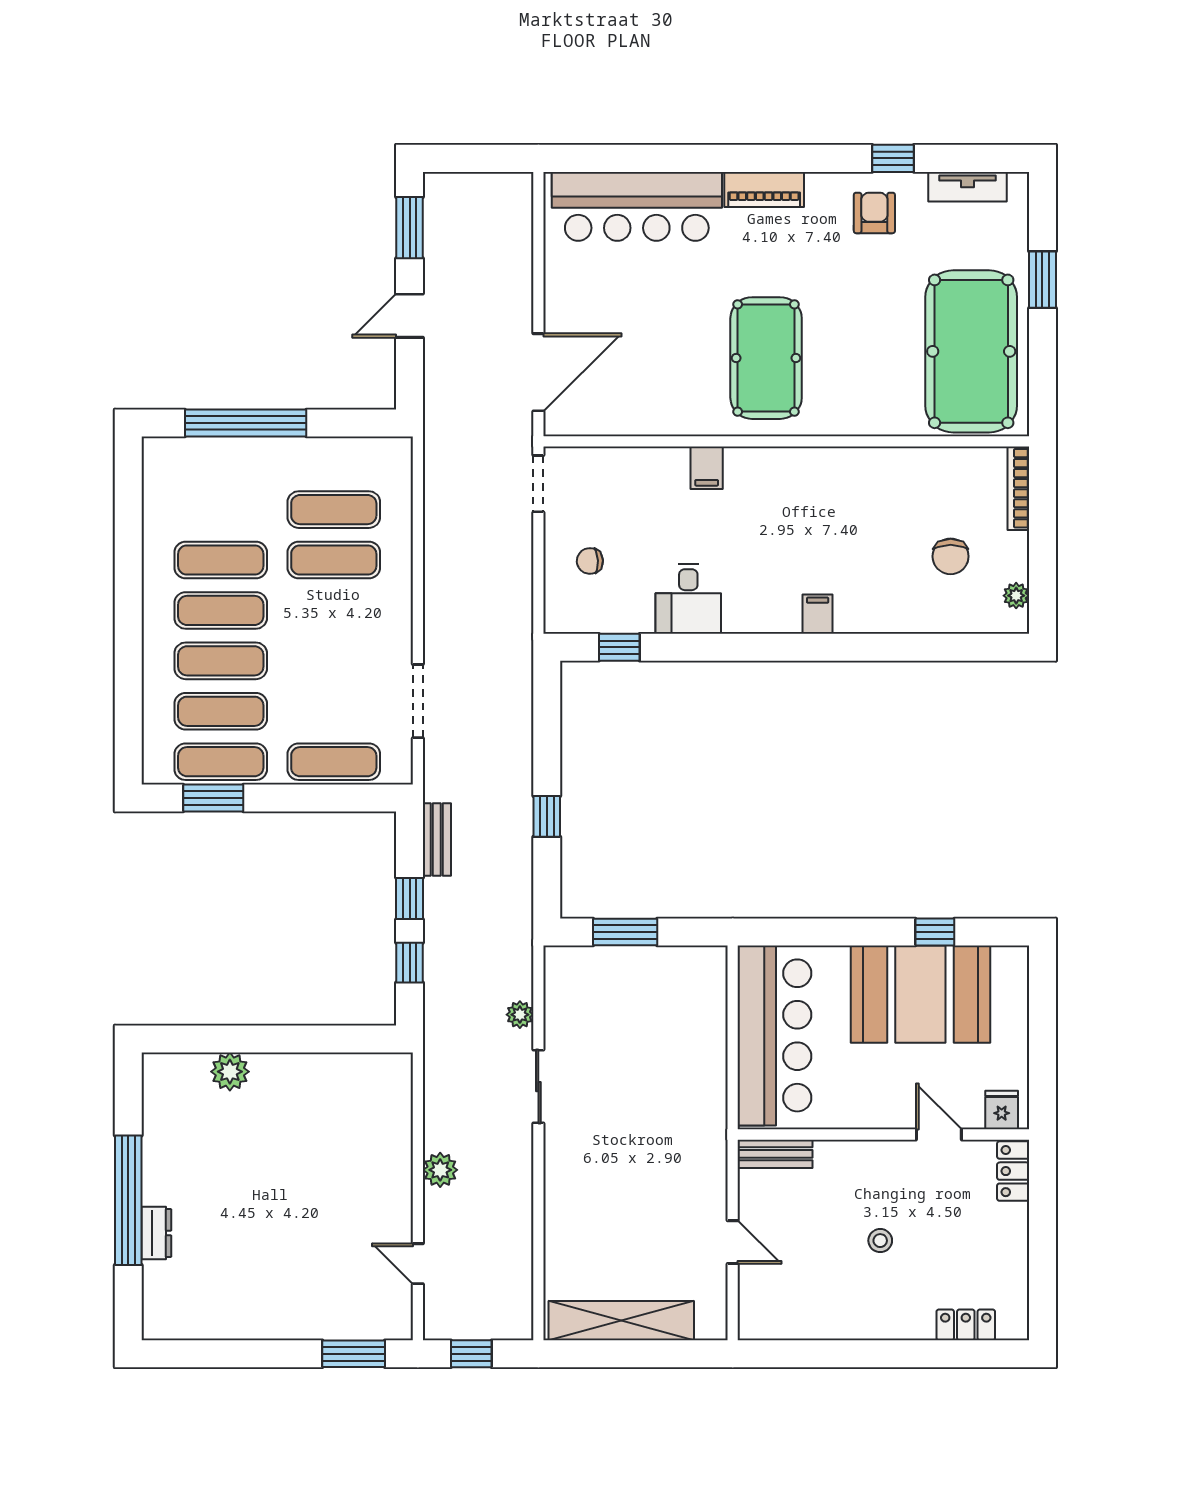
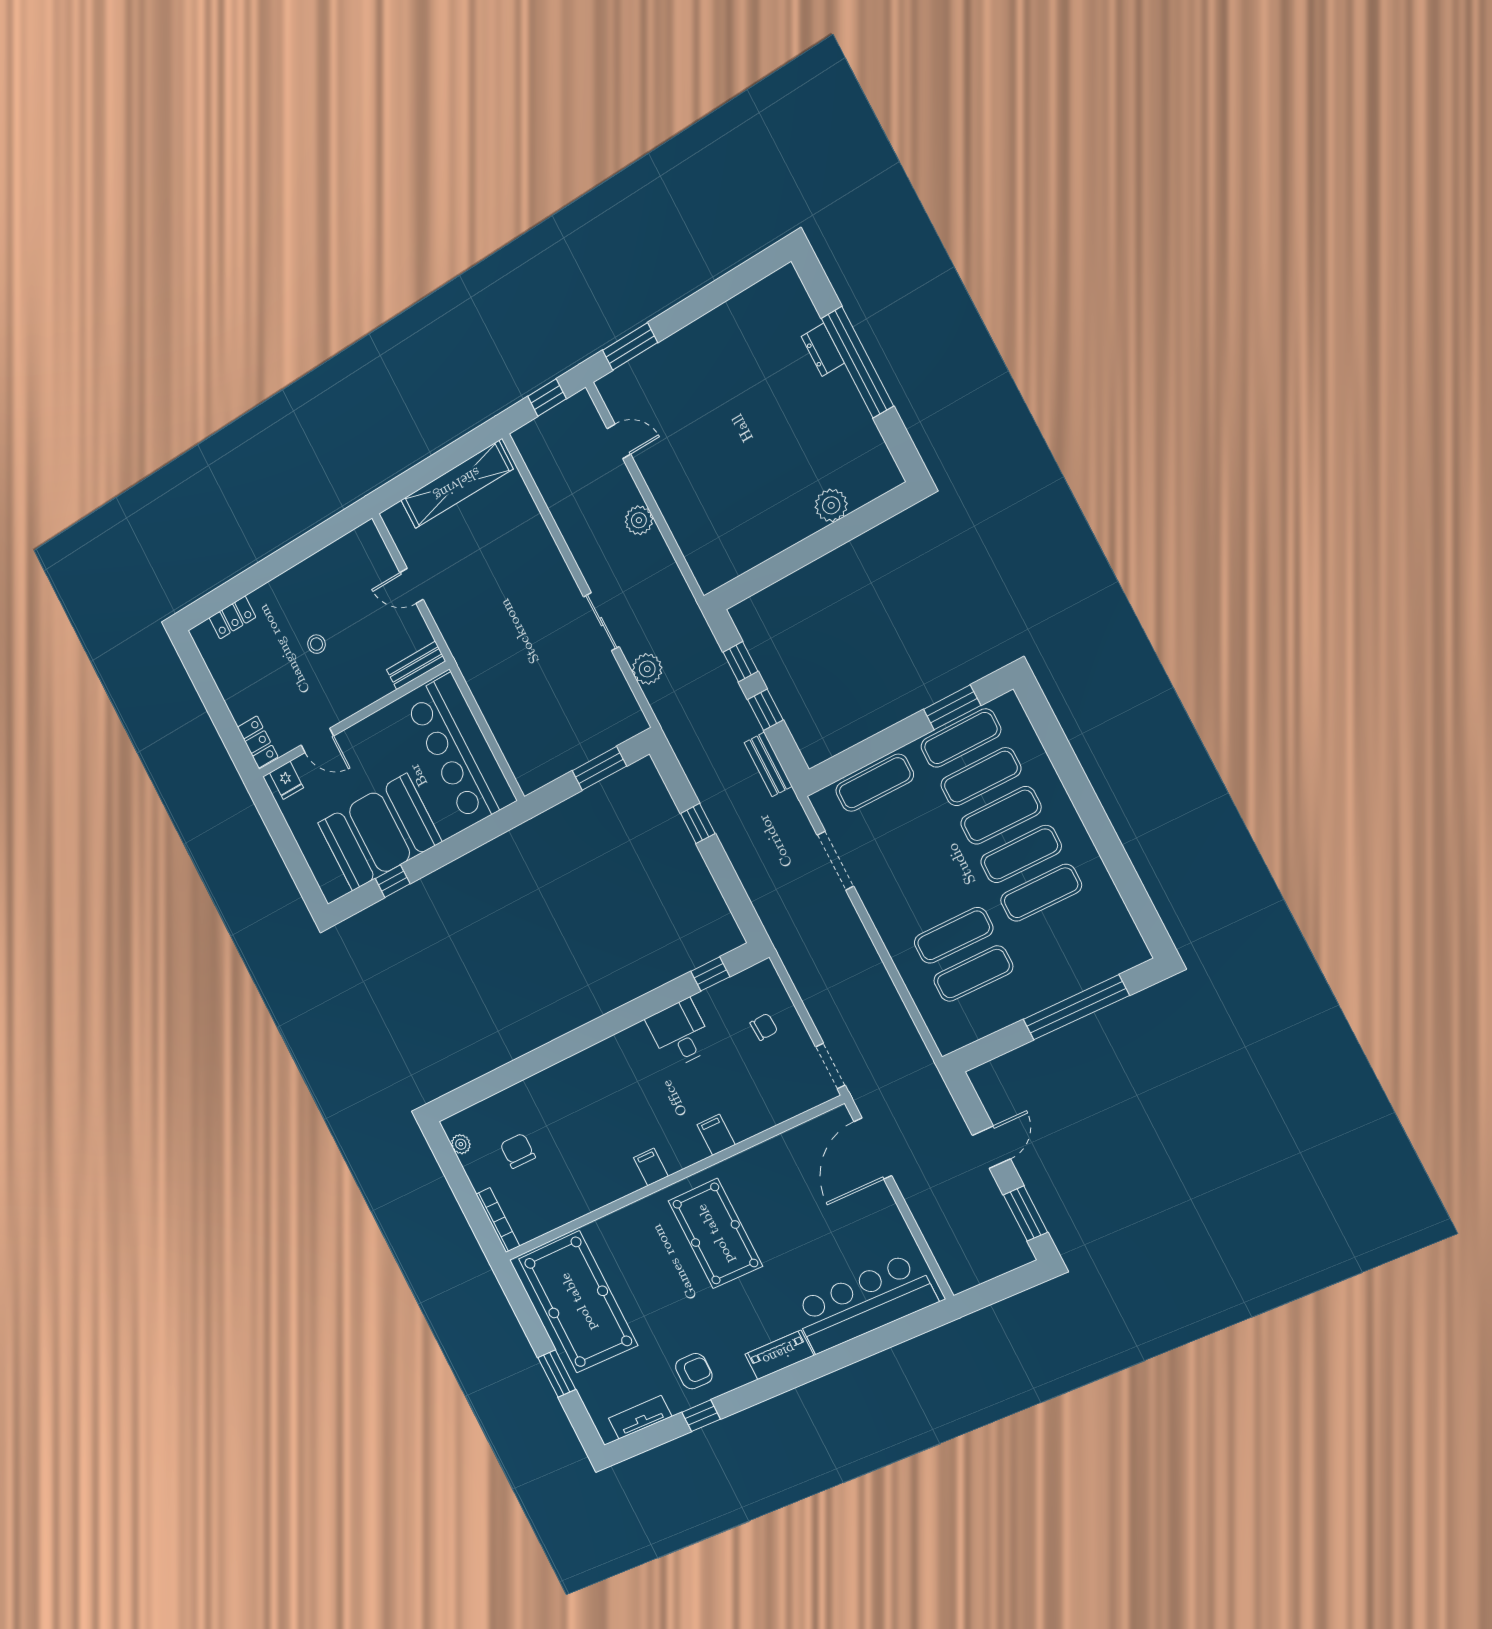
armchair: (874, 213) -> (694, 1371), turned -90
filing cabinet: (818, 614) -> (651, 1167), moved, turned 180
plant: (520, 1015) -> (647, 669), width x1.38, depth x1.38

